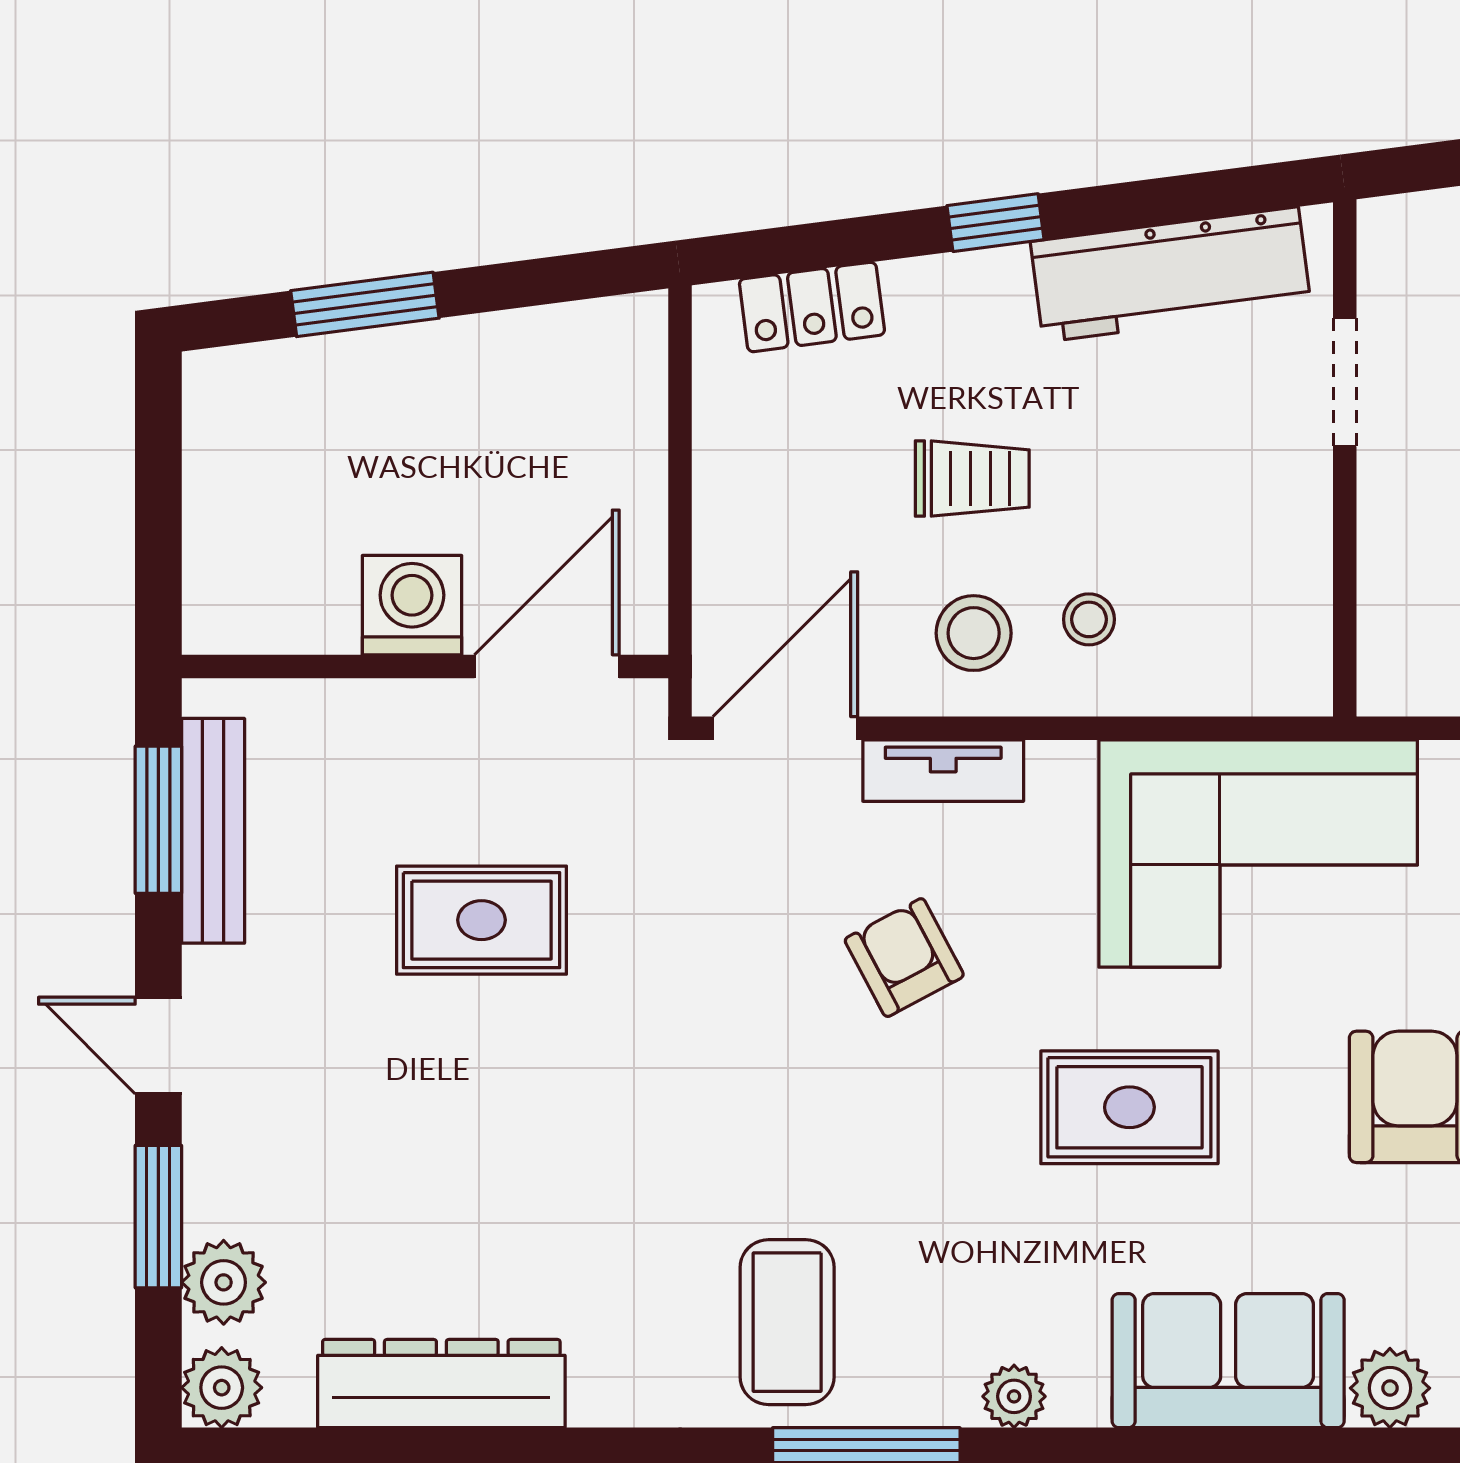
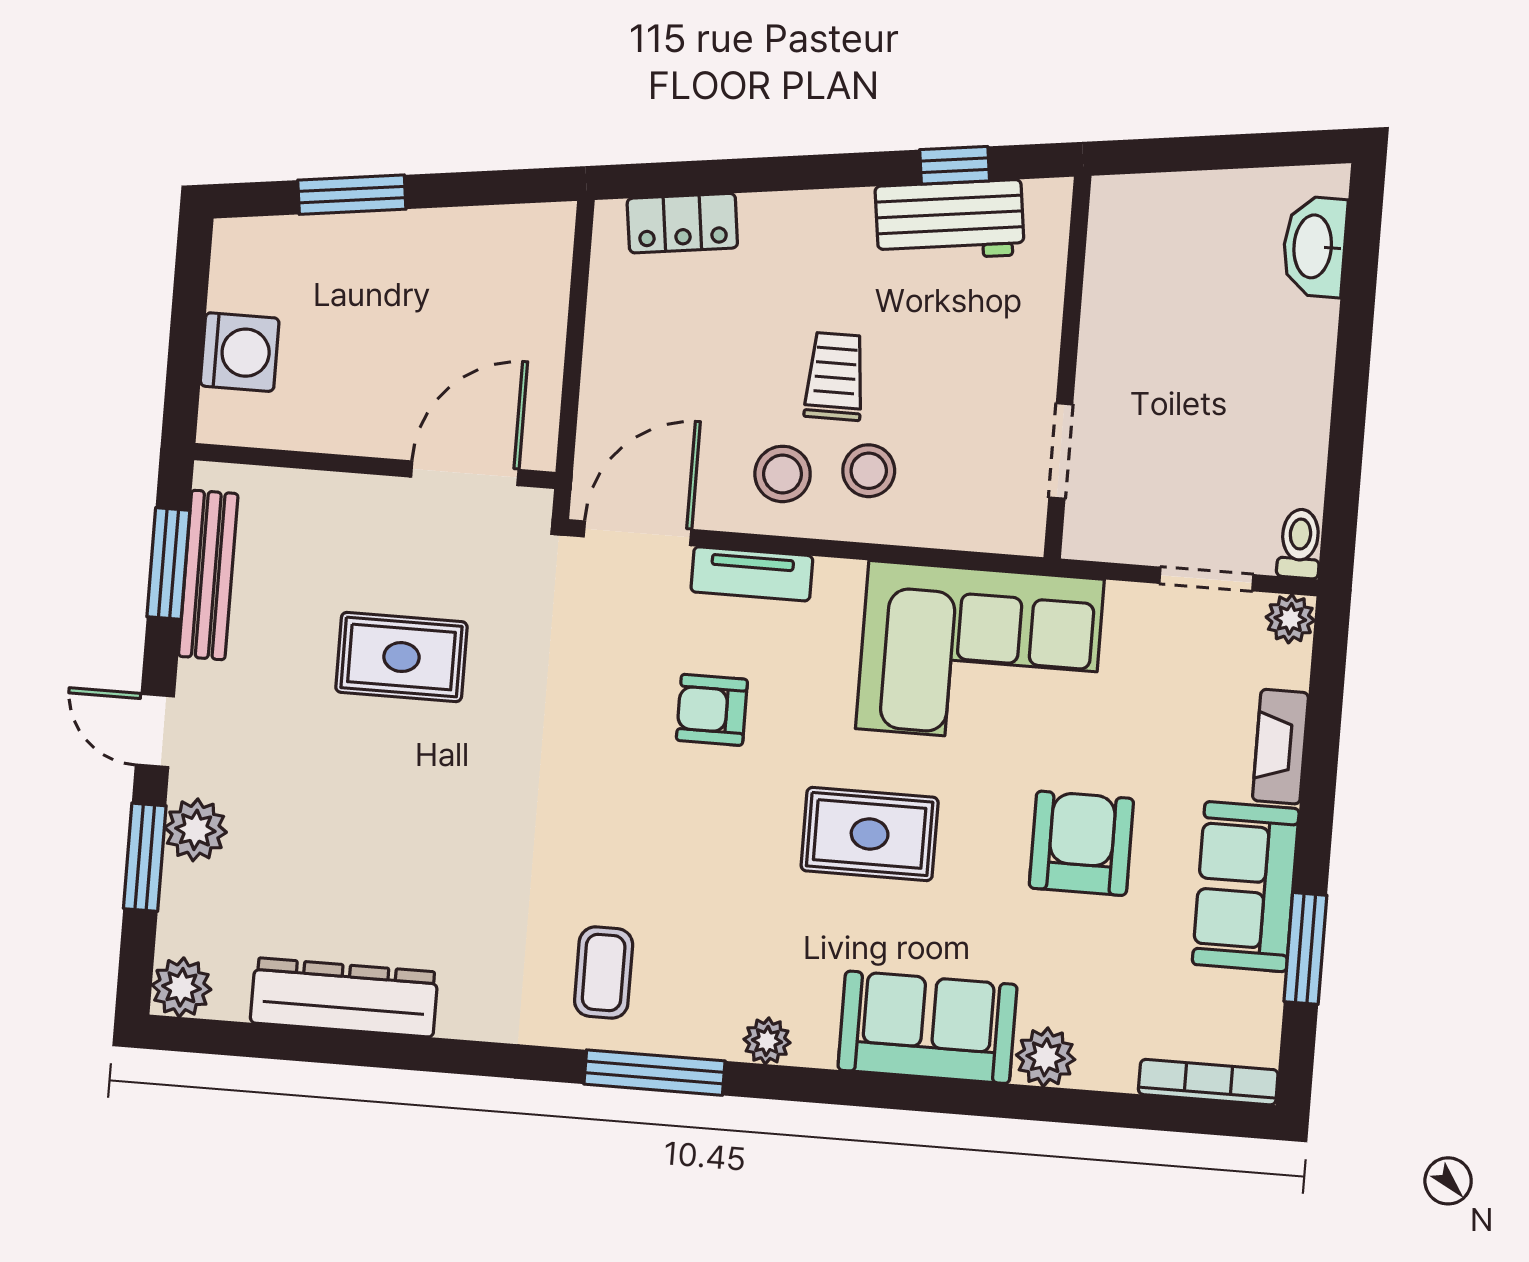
window: (996, 223) -> (955, 165), moved
workbench: (1171, 275) -> (950, 220), width x0.73
doorway: (1345, 382) -> (1061, 451), moved
trolley: (972, 478) -> (835, 376), moved, turned -90
washing machine: (412, 605) -> (240, 352), moved, turned 90
stool: (1089, 619) -> (869, 471), width x1.37, depth x1.37
armchair: (904, 958) -> (712, 710), turned -62
plant: (224, 1282) -> (195, 830), moved
coffee table: (787, 1322) -> (604, 973), width x0.73, depth x0.77

